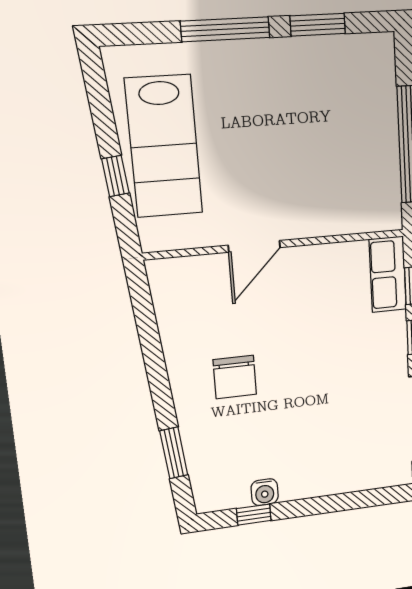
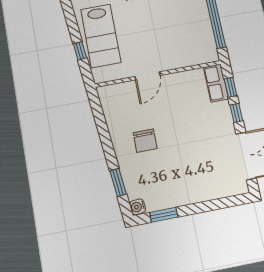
water cooler: (265, 492) -> (138, 207), moved, turned 84
window: (254, 515) -> (164, 215), width x1.50

